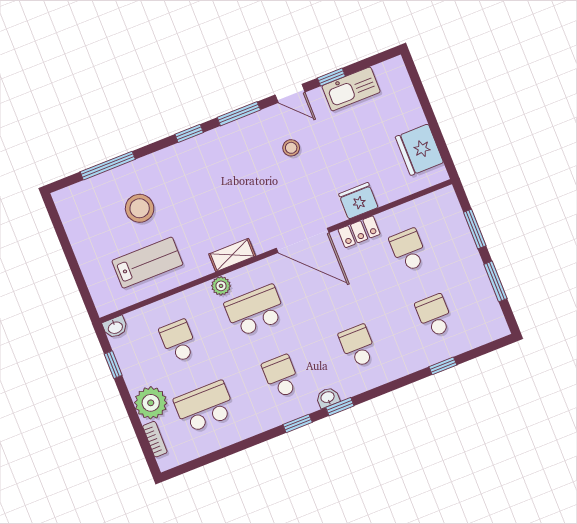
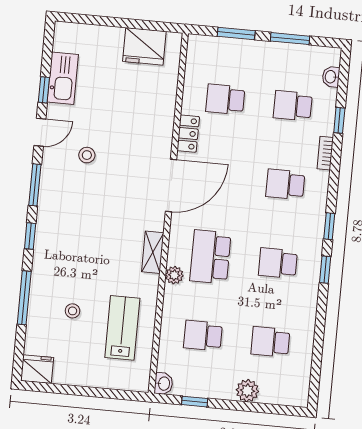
window: (108, 166) -> (24, 298), moved
fridge: (358, 201) -> (37, 369), moved, turned 90
stool: (140, 208) -> (73, 311), width x0.53, depth x0.53
washbasin: (328, 398) -> (331, 77), moved
plant: (151, 403) -> (247, 391), width x0.73, depth x0.73
school desk: (204, 407) -> (270, 342), width x0.54
bookcase: (155, 439) -> (325, 153), moved, turned -90

